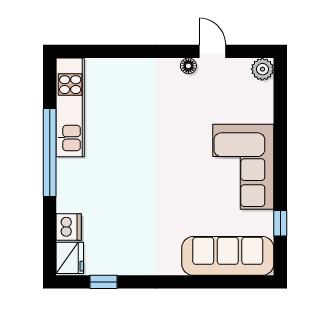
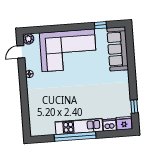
door: (212, 51) -> (21, 52), moved
kitchen unit: (70, 107) -> (79, 126), moved
corner sofa: (243, 167) -> (68, 50), width x1.36, depth x1.36

